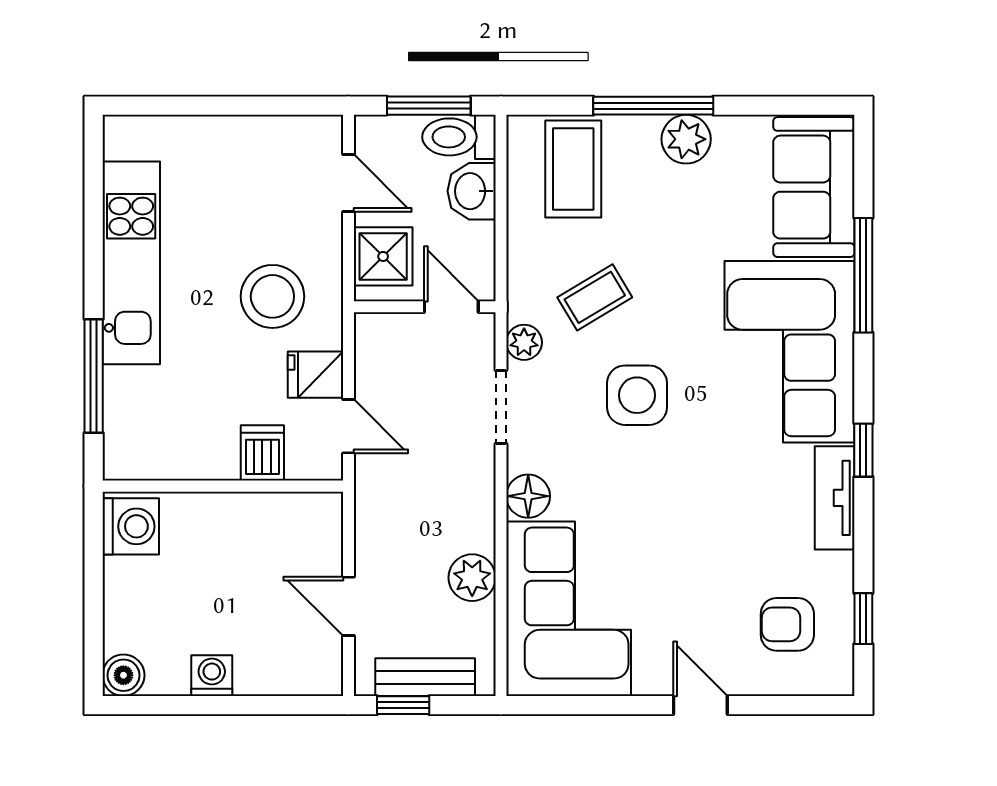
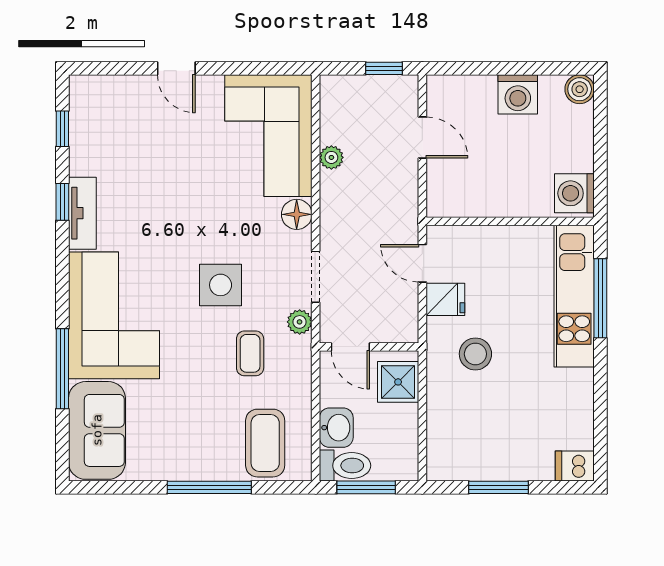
window: (239, 106) -> (499, 487), added
plant: (686, 139) -> (186, 464), removed
door: (348, 183) -> (422, 433), removed
kitchen unit: (131, 263) -> (574, 296), moved
stool: (272, 296) -> (475, 354), width x0.73, depth x0.73
coffee table: (595, 297) -> (250, 353), turned -59
window: (863, 450) -> (62, 202), moved
dishwasher: (262, 453) -> (575, 466), moved, turned 90
plant: (472, 578) -> (331, 157), width x0.73, depth x0.73
armchair: (787, 624) -> (116, 125), removed
washing machine: (212, 676) -> (518, 94), width x1.38, depth x1.38
bench: (425, 677) -> (369, 88), removed

